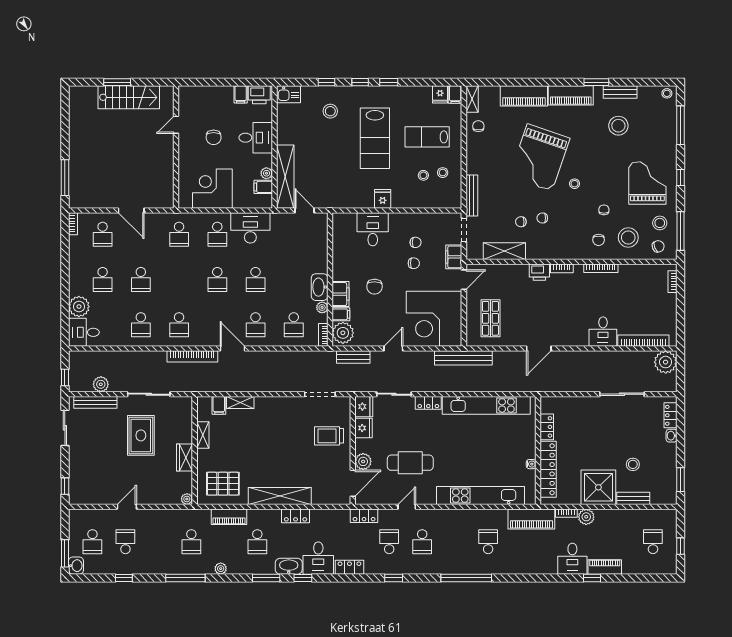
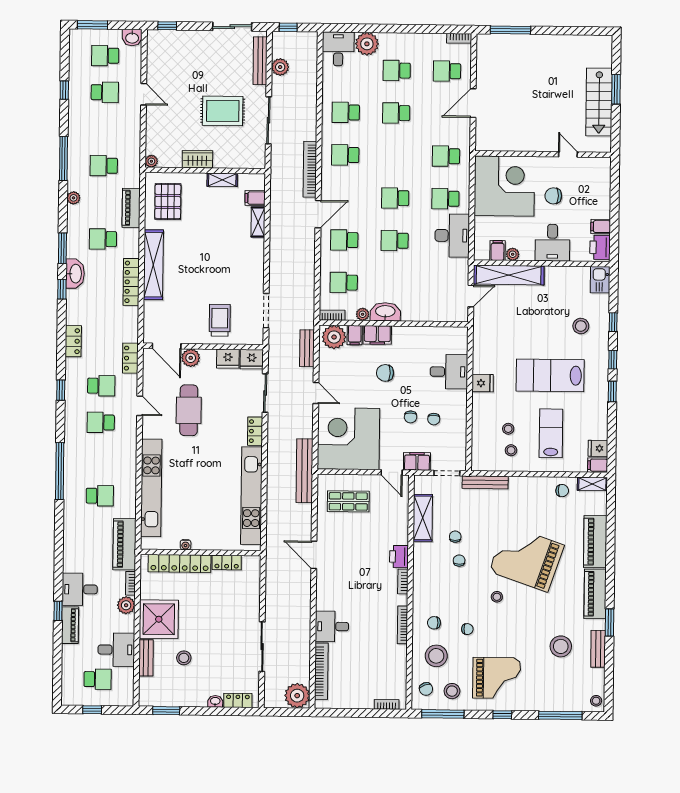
corner desk: (212, 189) -> (504, 186), width x1.36, depth x1.36
locker: (296, 516) -> (131, 282), width x1.53
desk: (318, 558) -> (116, 650), moved, turned 180
washbasin: (76, 566) -> (132, 38), moved

